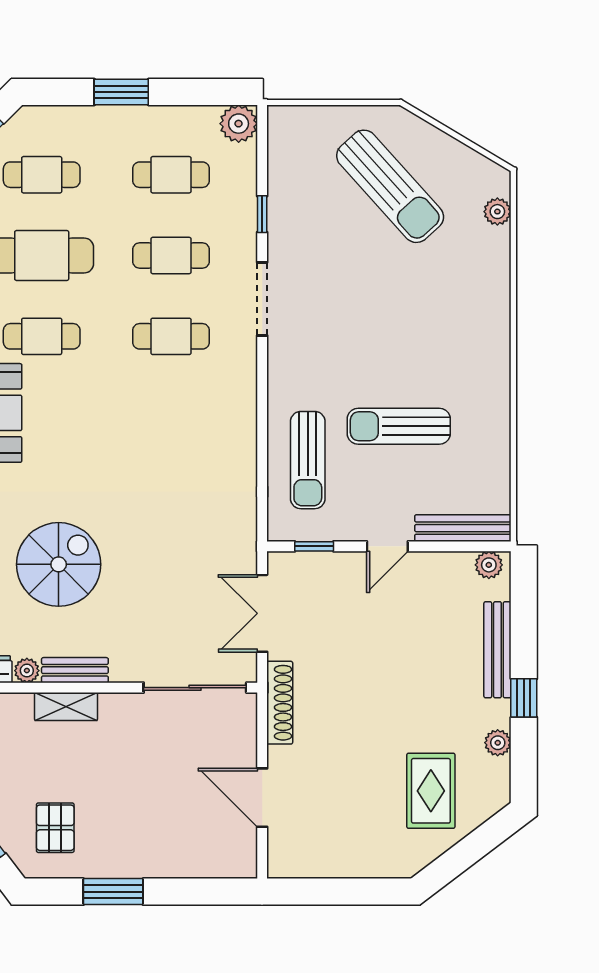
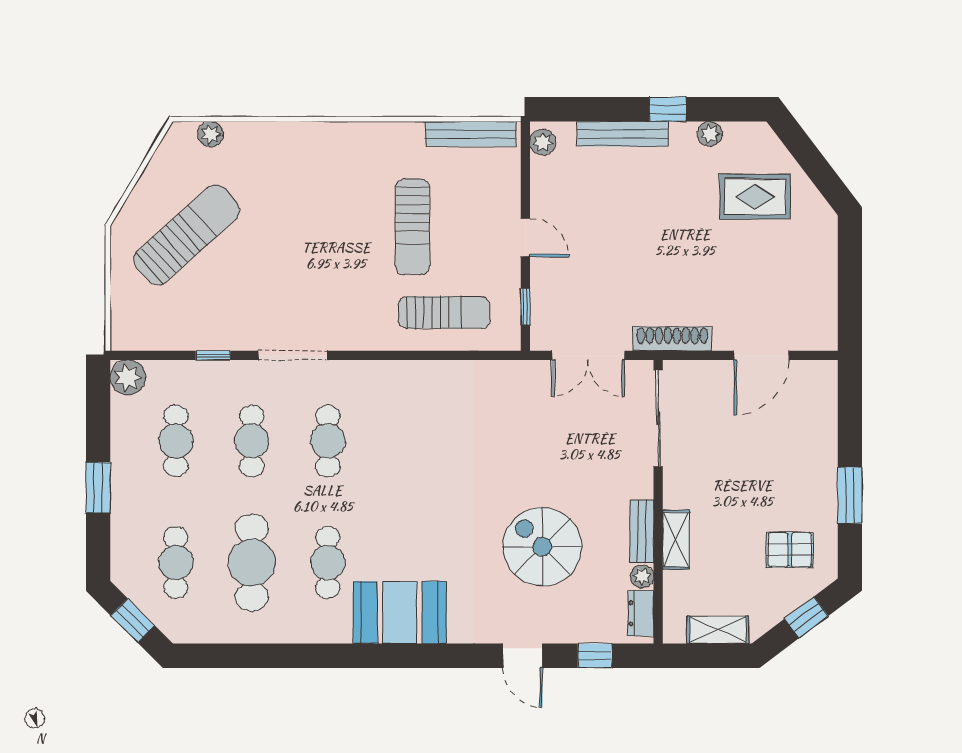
bench: (463, 528) -> (471, 134), moved, turned 90

